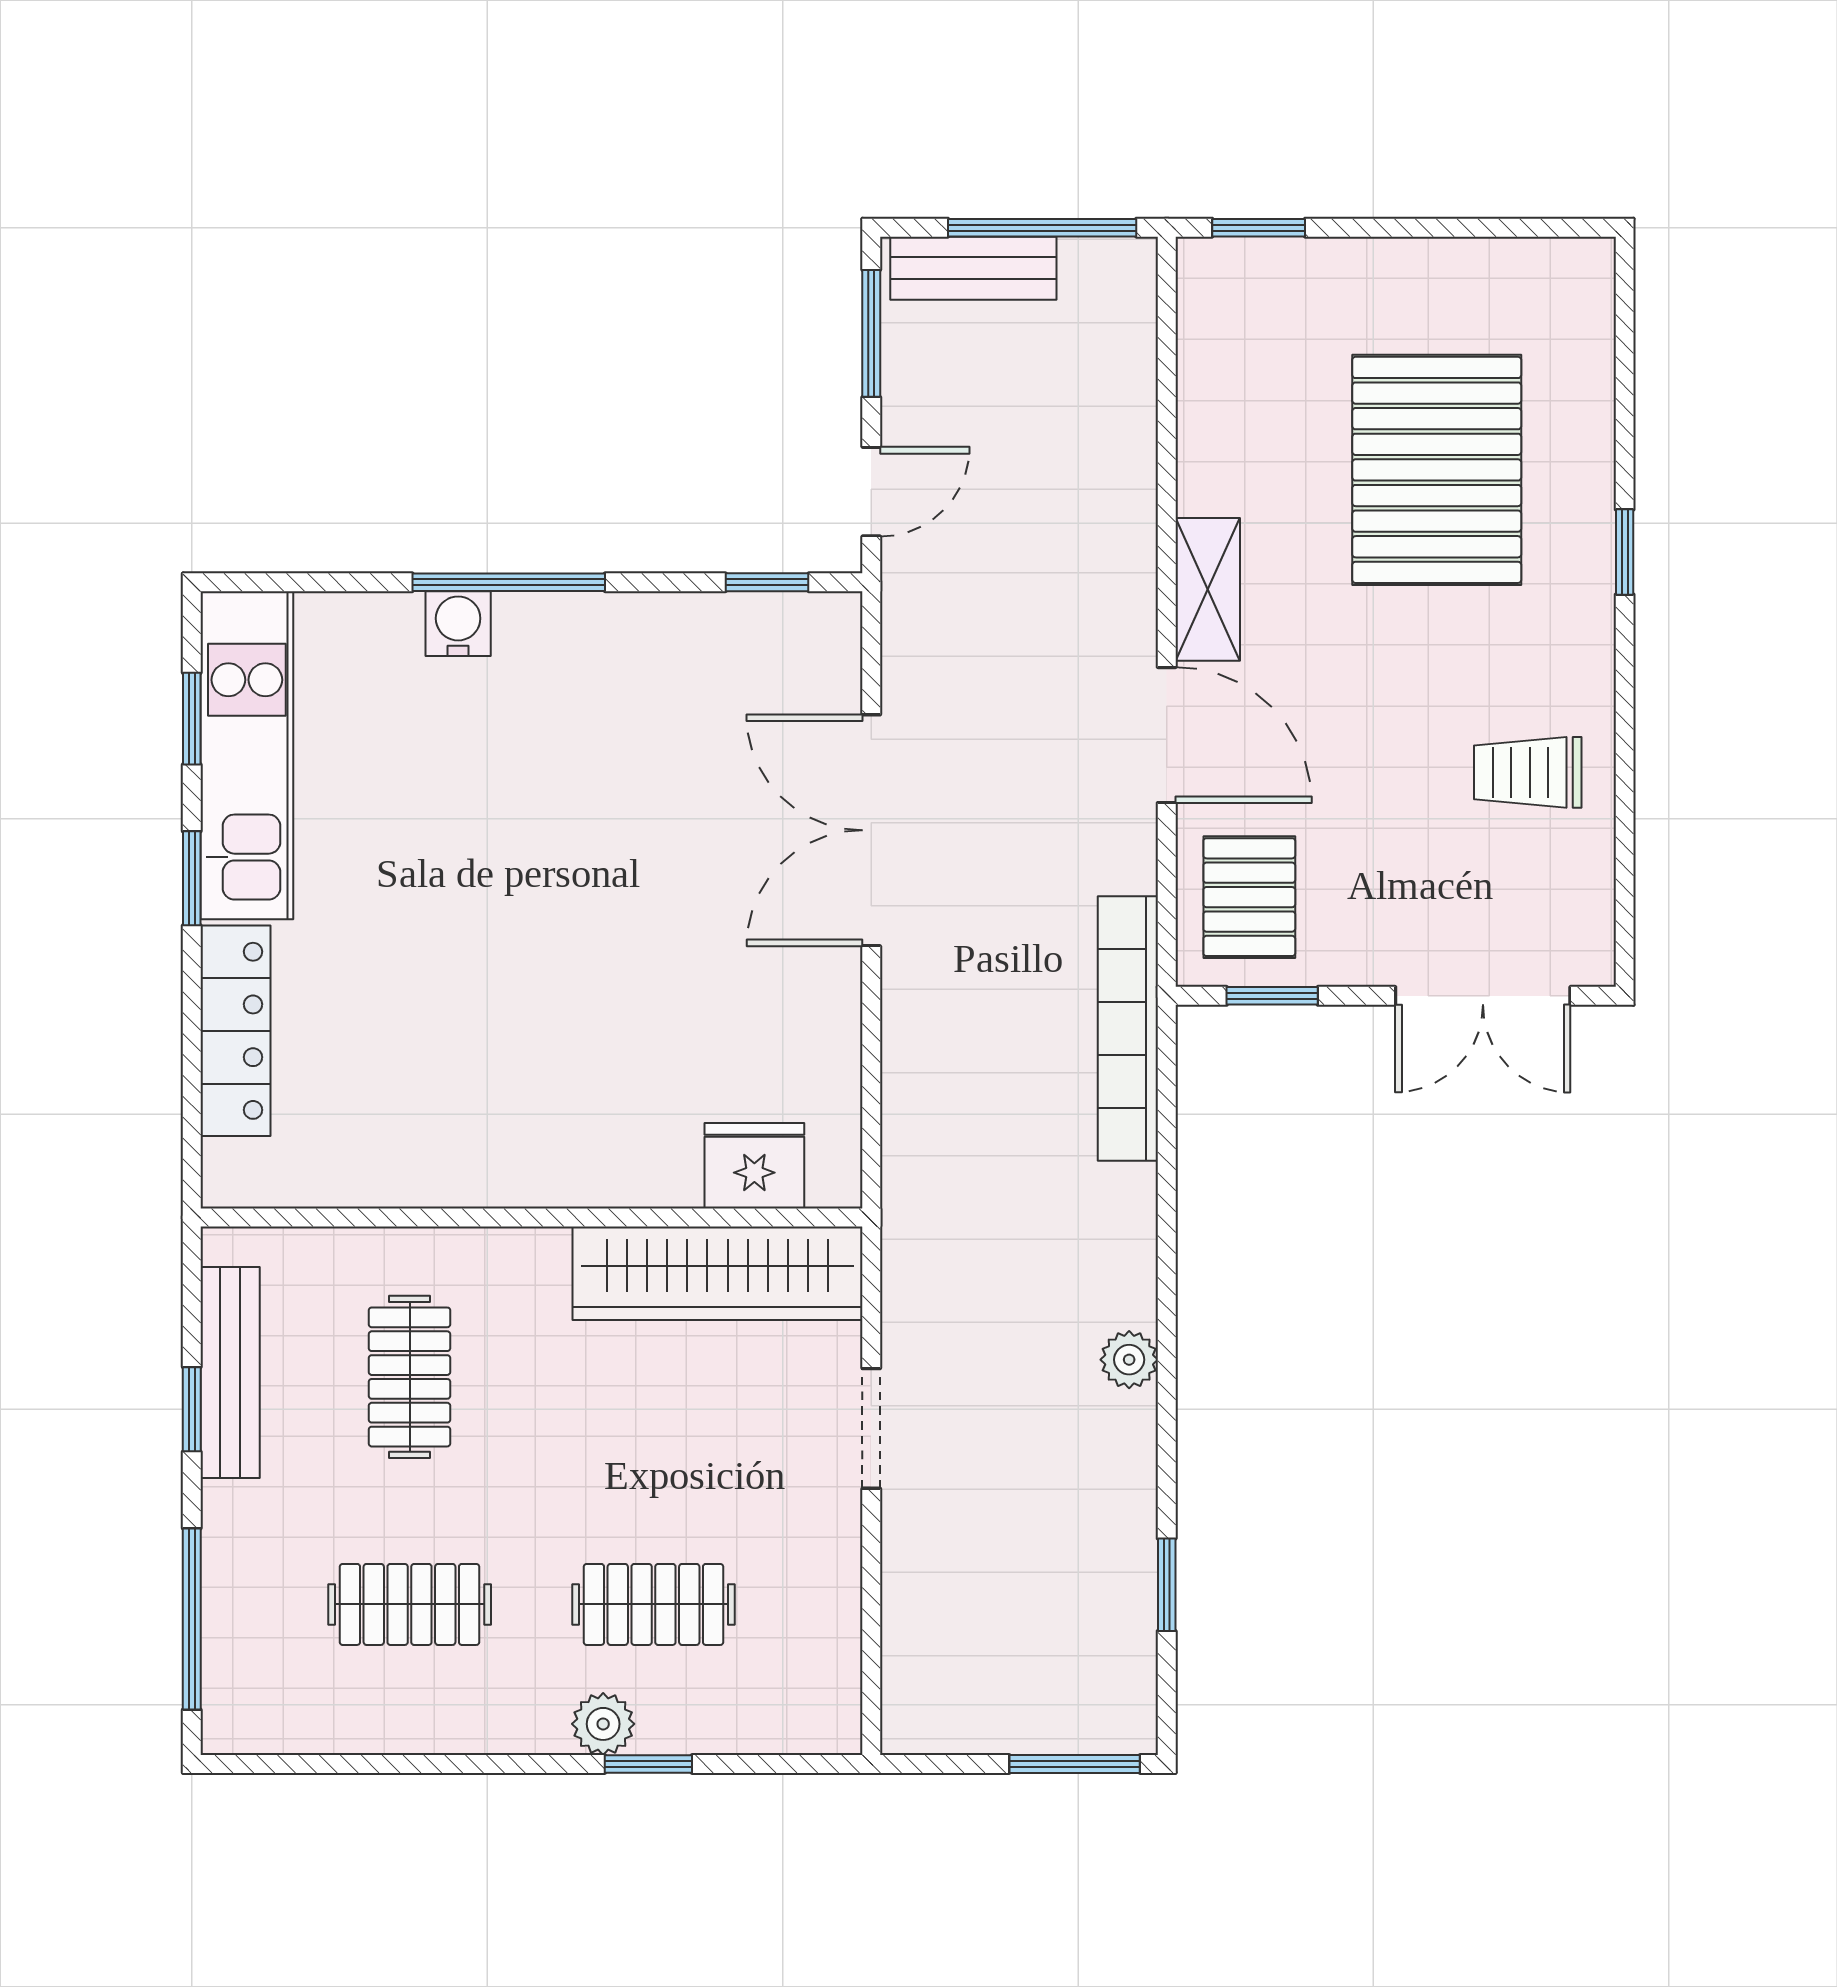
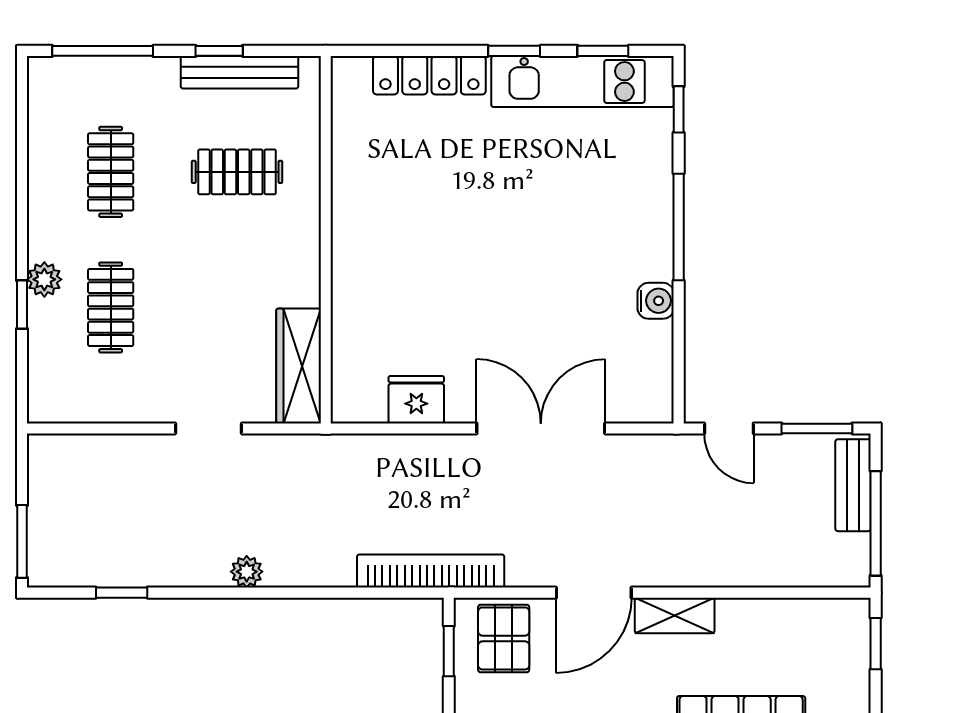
window: (767, 582) -> (679, 109), moved
water cooler: (458, 624) -> (656, 301), moved
pallet: (1249, 897) -> (504, 638), turned 90
fridge: (754, 1166) -> (416, 400), moved, turned -90
wardrobe: (717, 1273) -> (299, 366), width x0.71, depth x0.85

